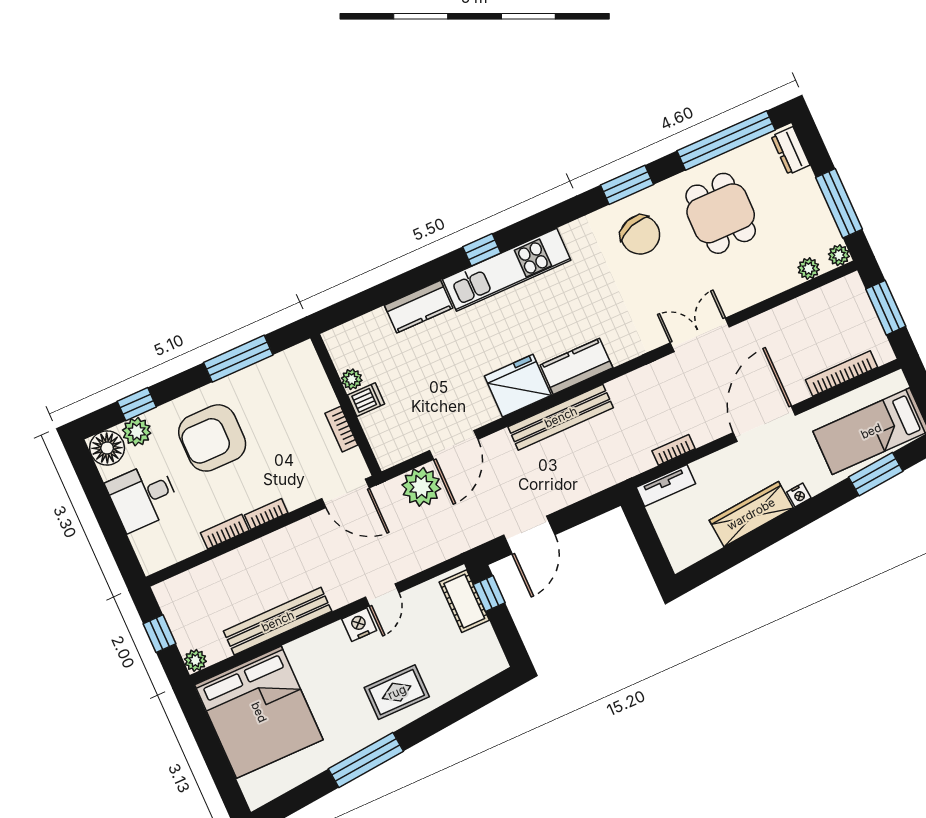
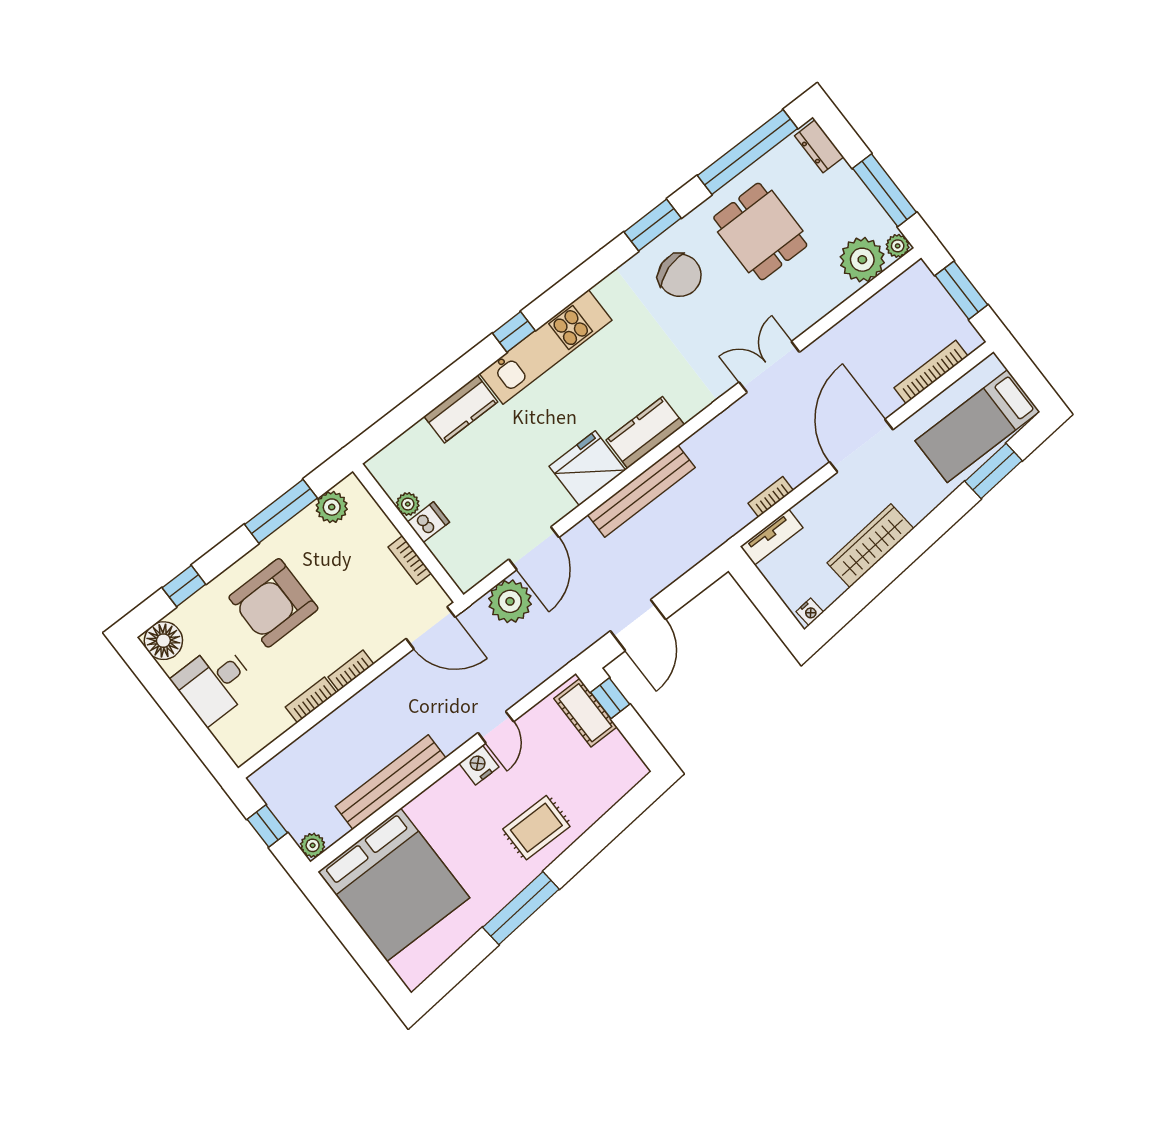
plant: (809, 268) -> (862, 260), width x1.88, depth x1.88
plant: (137, 432) -> (332, 507), moved
nightstand: (799, 495) -> (810, 612), moved

